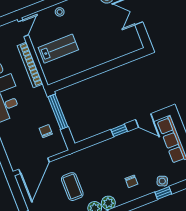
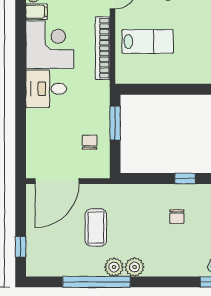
window: (58, 112) -> (115, 123), width x0.69
chair: (131, 181) -> (177, 217), moved

